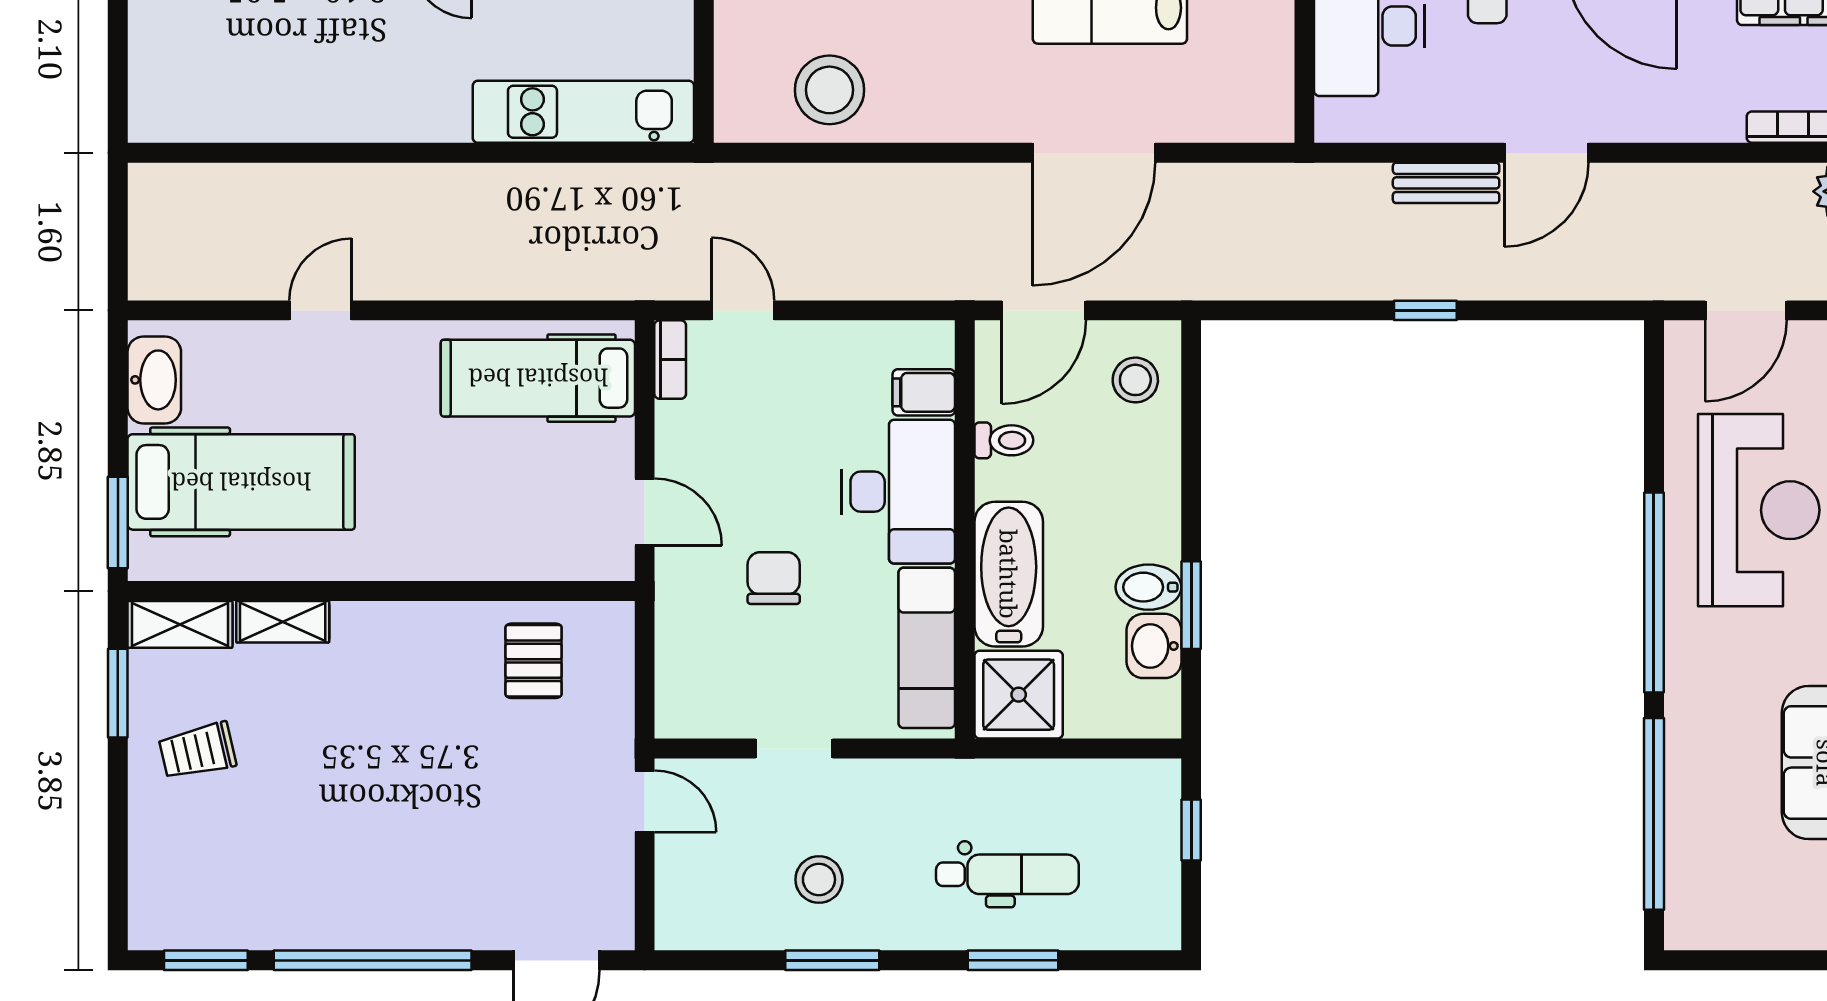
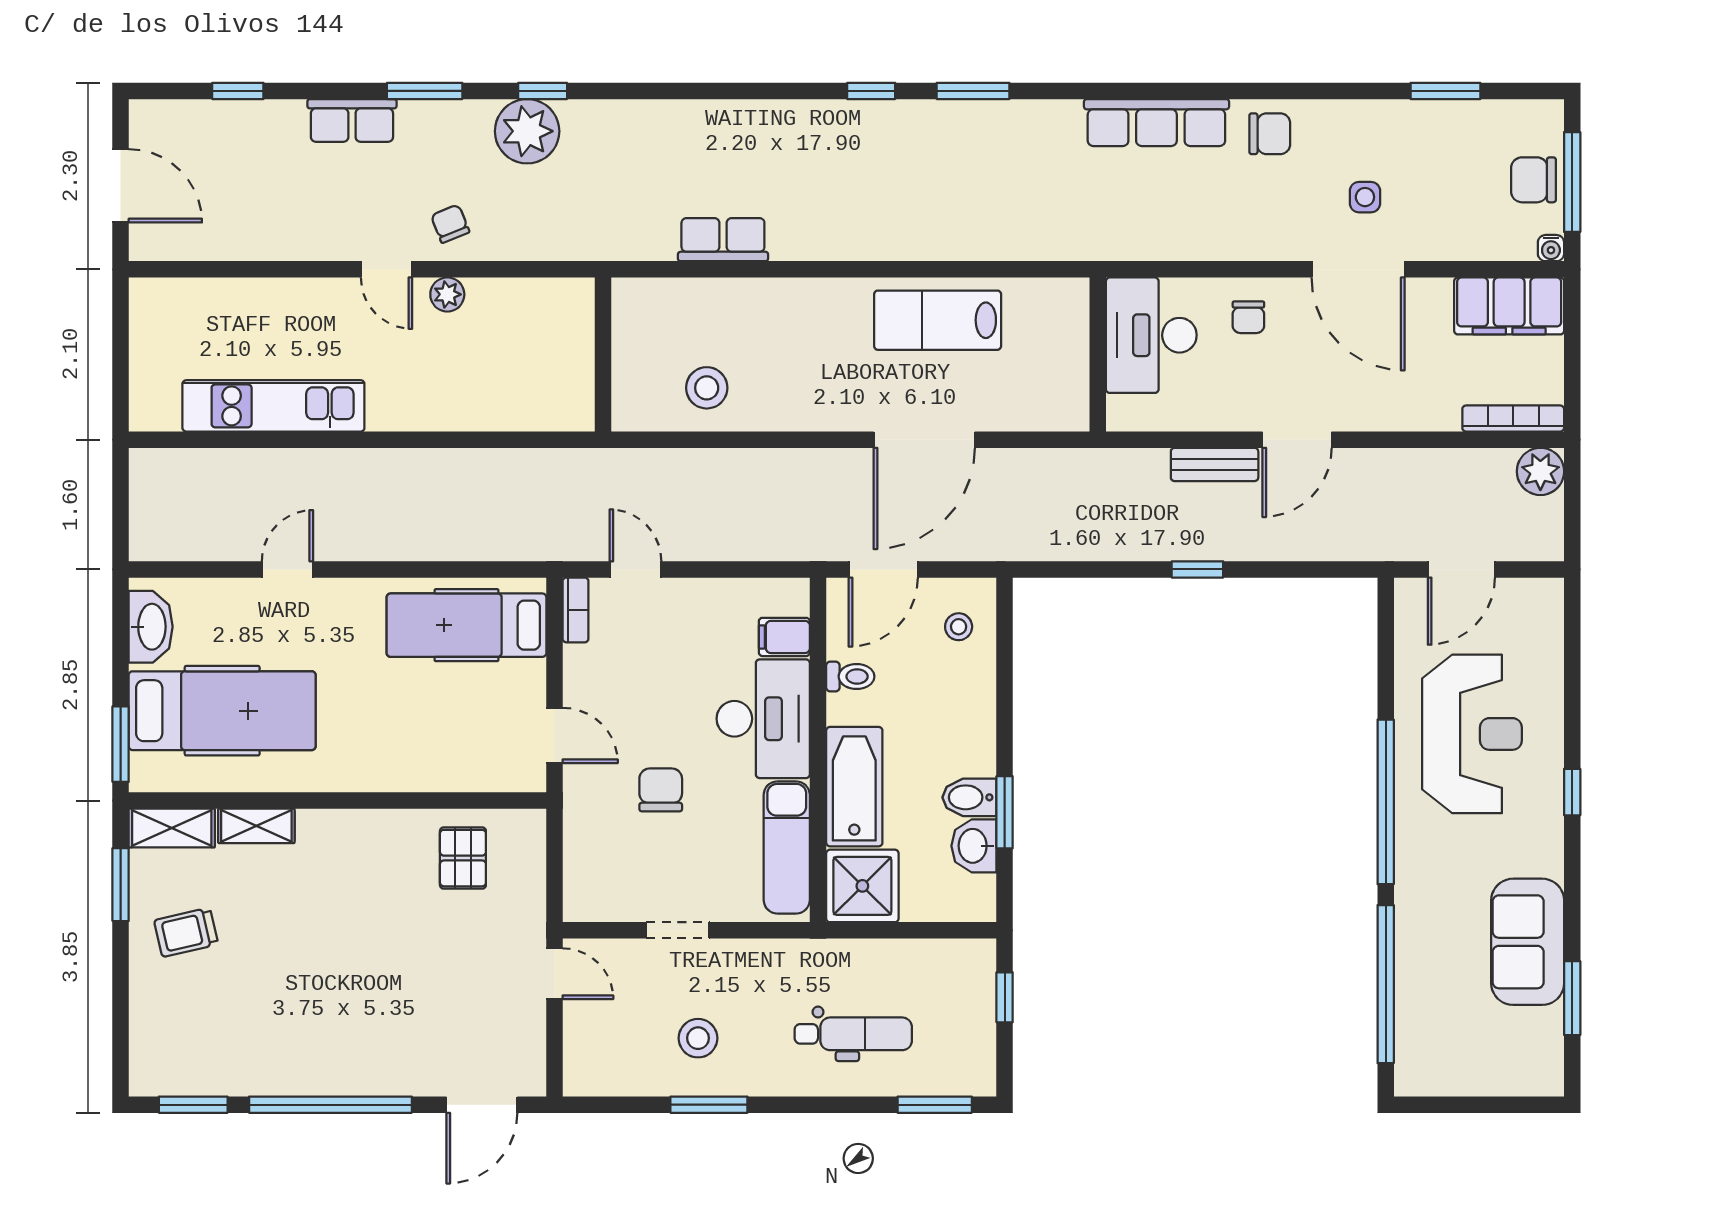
stool: (829, 90) -> (707, 388), width x0.73, depth x0.73
kitchen unit: (583, 112) -> (273, 406), moved
stool: (1135, 380) -> (959, 627), width x0.73, depth x0.73
window: (1013, 960) -> (935, 1105), moved

